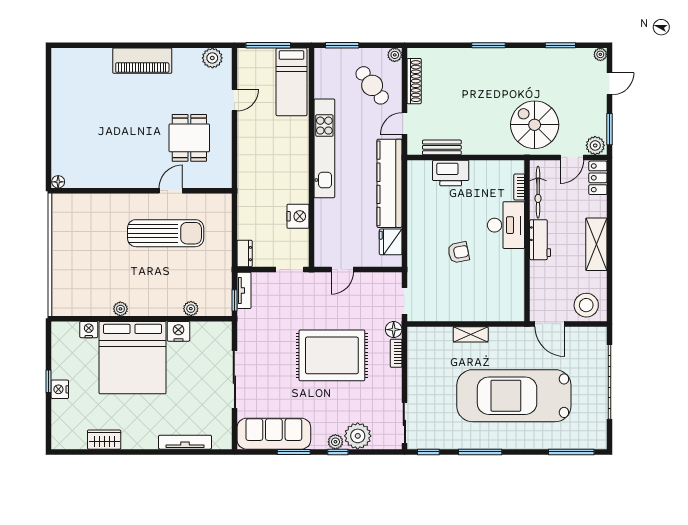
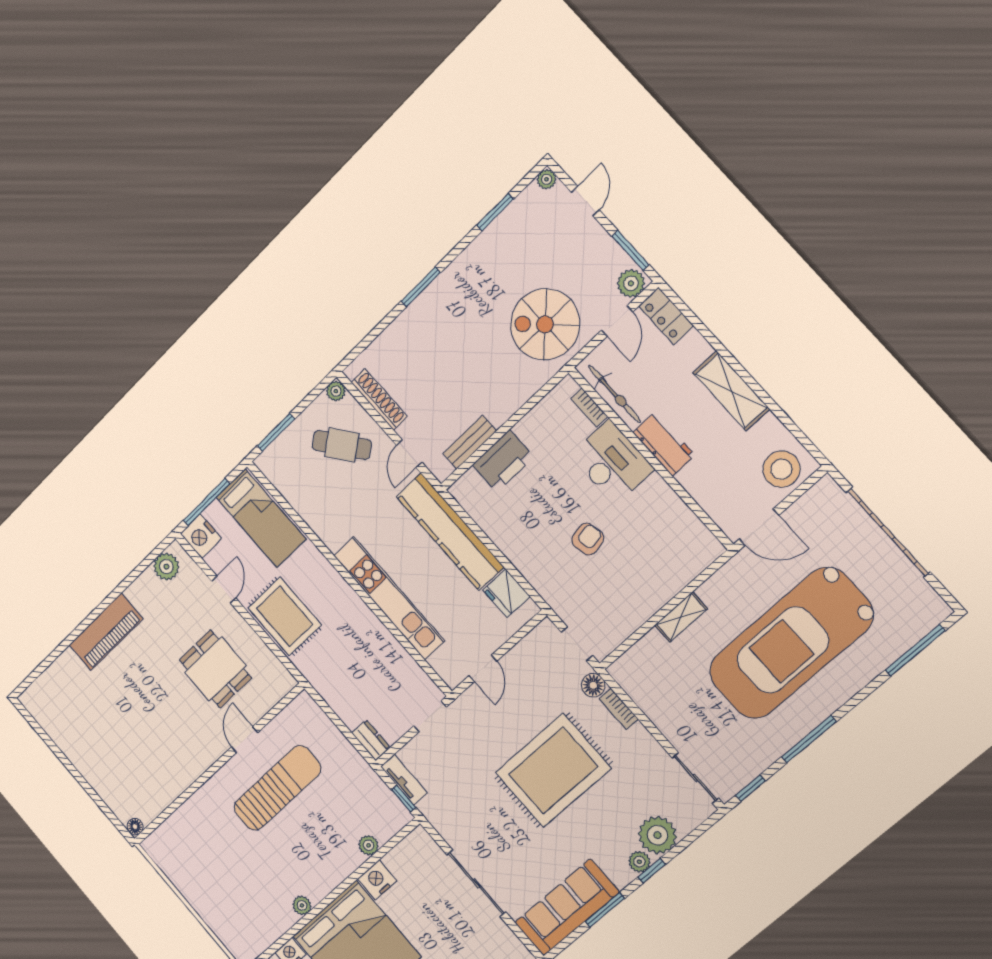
rug: (256, 145) -> (285, 616), added
kitchen unit: (324, 148) -> (389, 598), moved
nightstand: (298, 216) -> (201, 536), moved, turned 180

